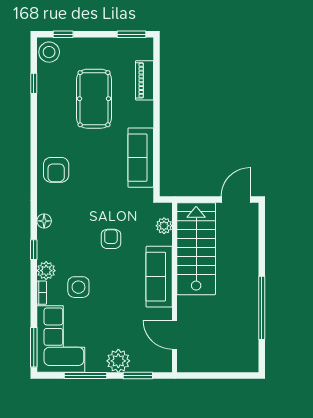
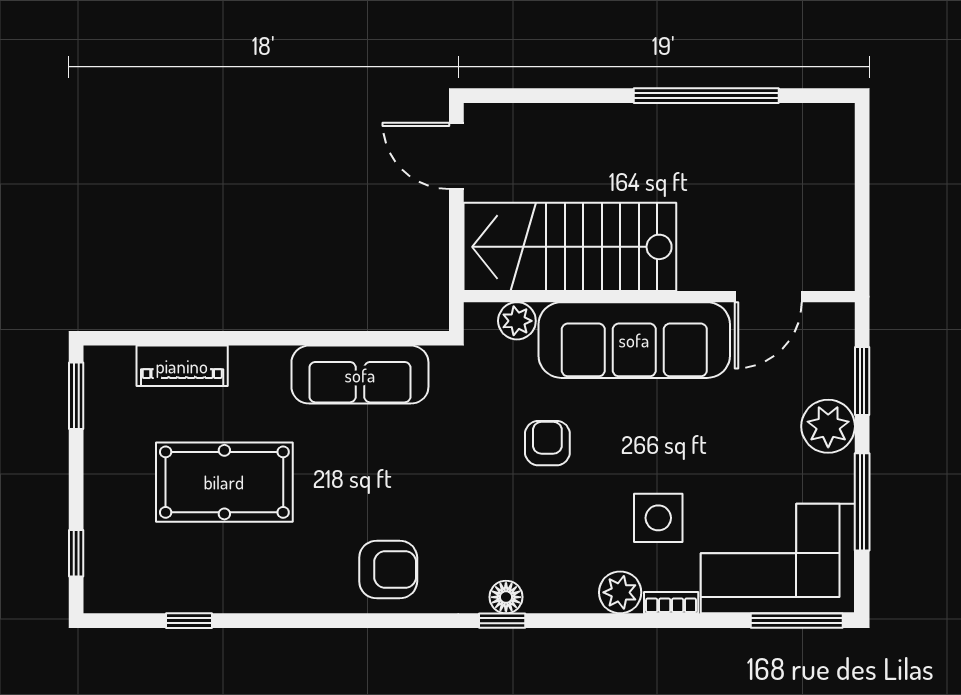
stool: (49, 52) -> (117, 586), removed
armchair: (111, 239) -> (547, 443), turned 90
window: (34, 250) -> (502, 621), moved
sofa: (159, 277) -> (634, 340), width x1.36, depth x1.27

